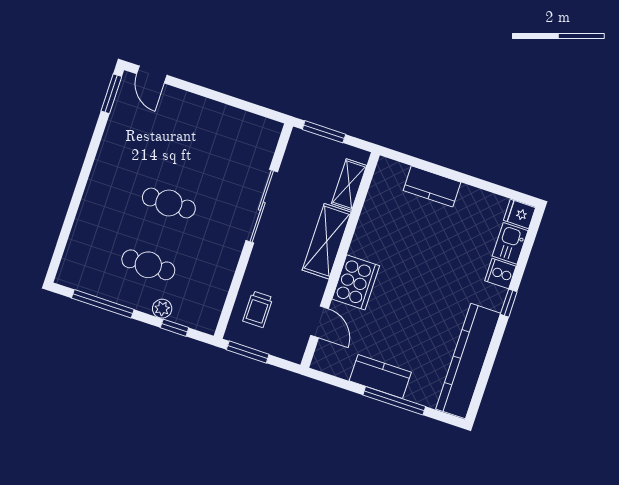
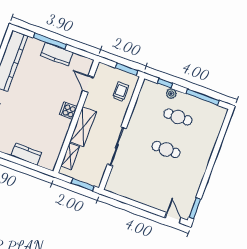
cooker: (356, 282) -> (68, 111), width x0.53, depth x0.76

